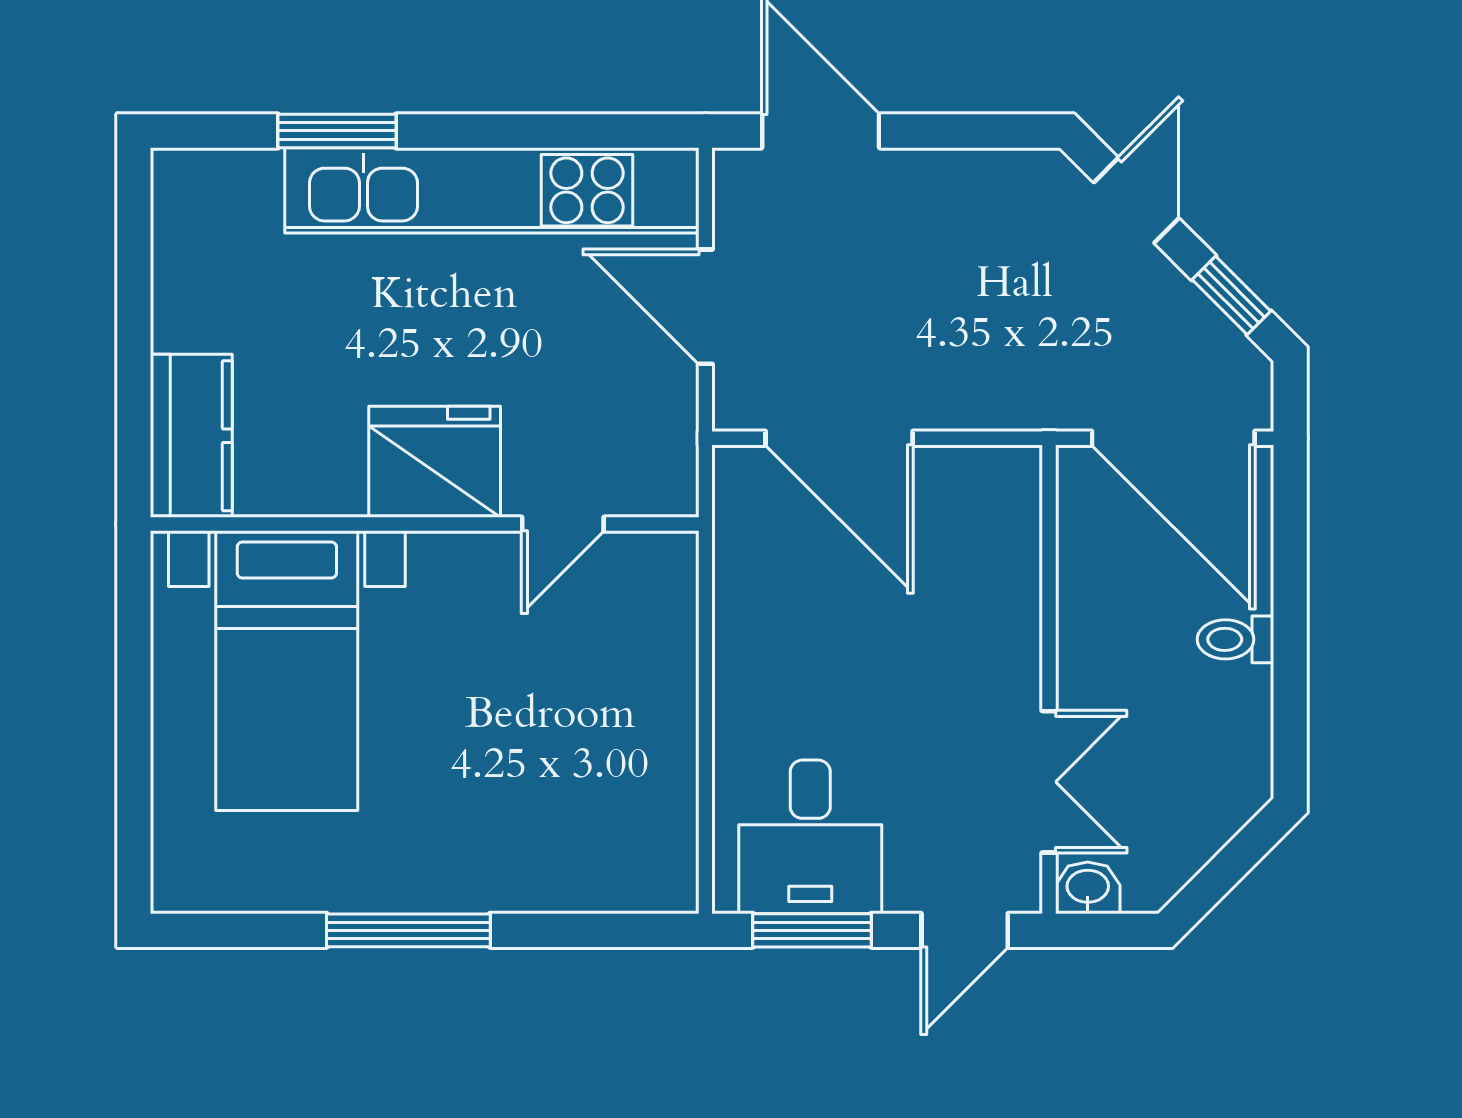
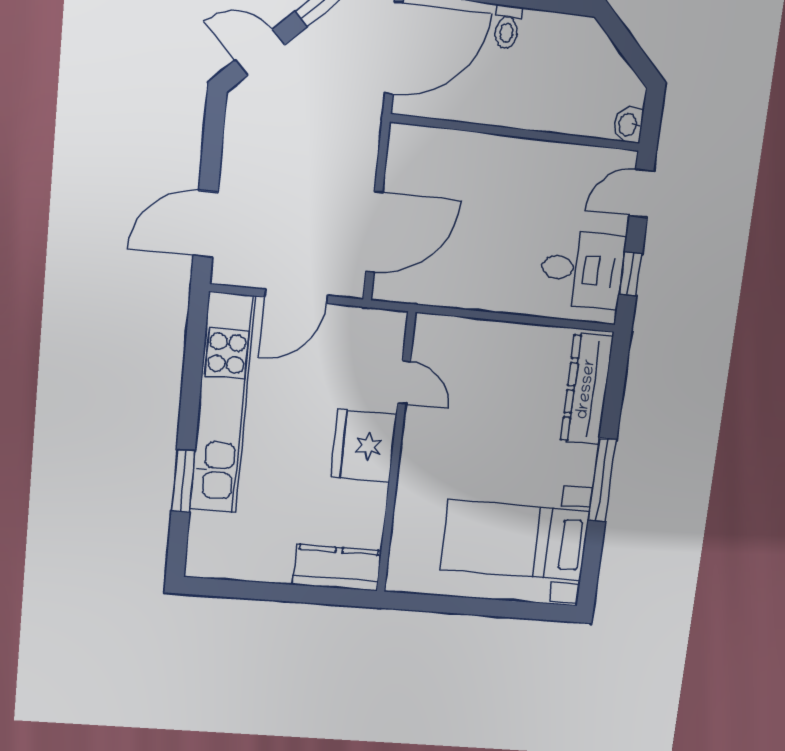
bed with nightstands: (287, 671) -> (515, 540), moved, turned 180
double door: (1049, 782) -> (570, 139), removed
dresser: (583, 876) -> (587, 389), added
window: (812, 930) -> (631, 274), width x0.67
door: (965, 930) -> (641, 193), swing flipped

